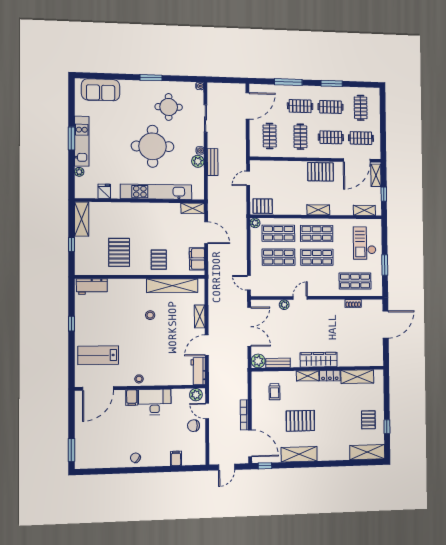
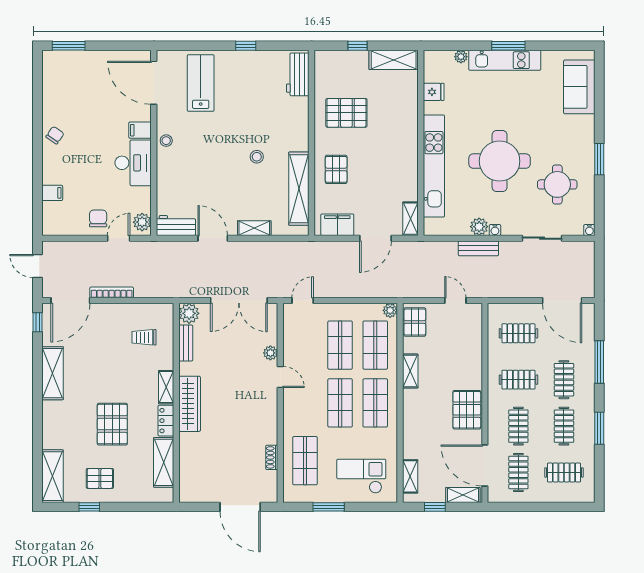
shelving: (318, 210) -> (410, 371), moved
pallet: (159, 260) -> (336, 169), turned 90
pallet: (300, 421) -> (112, 424), moved

